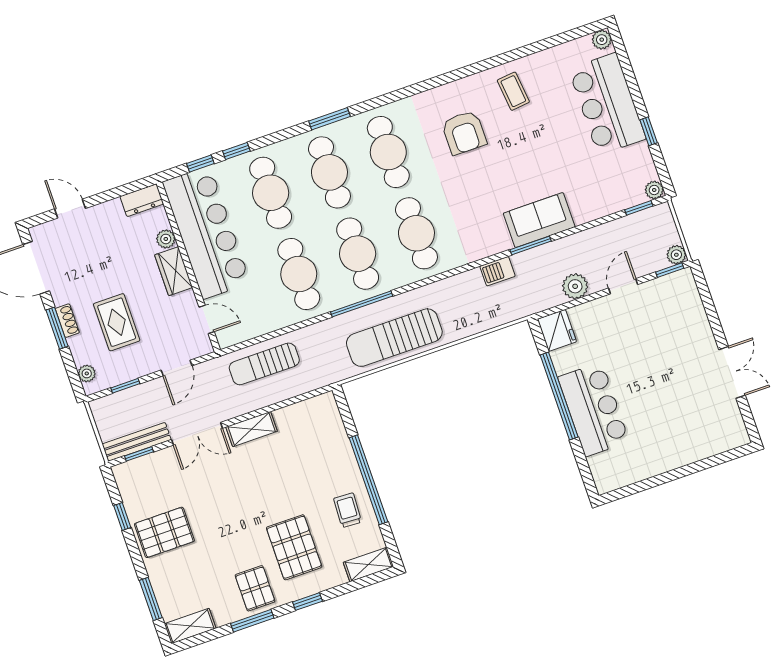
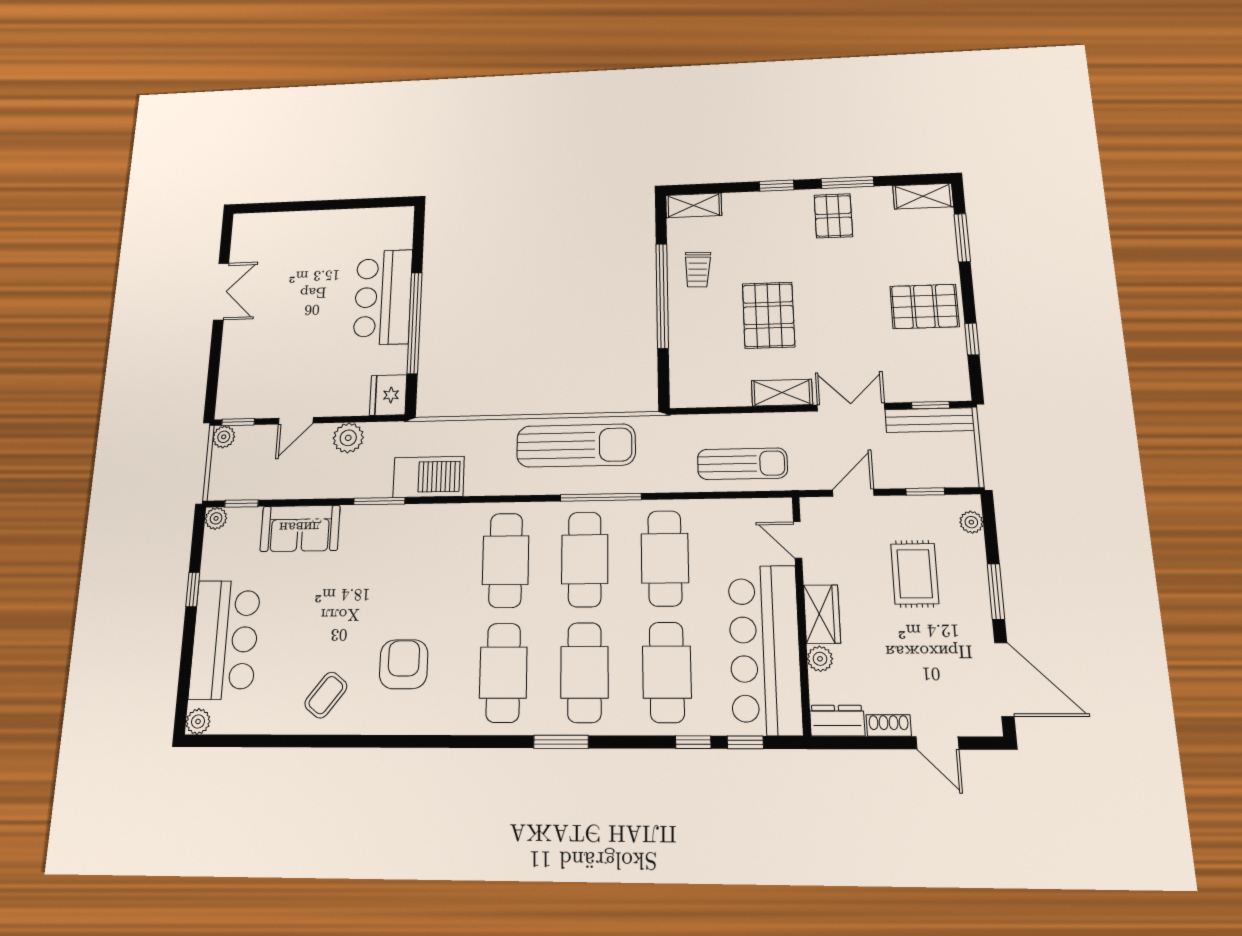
coffee table: (513, 91) -> (326, 695), turned 44
sofa: (539, 220) -> (300, 528), moved
barbecue: (498, 271) -> (429, 477), width x1.88, depth x1.53
shoe rack: (67, 321) -> (889, 725), moved, turned 90
double door: (732, 372) -> (221, 292), swing flipped
pallet: (294, 547) -> (769, 315), moved

